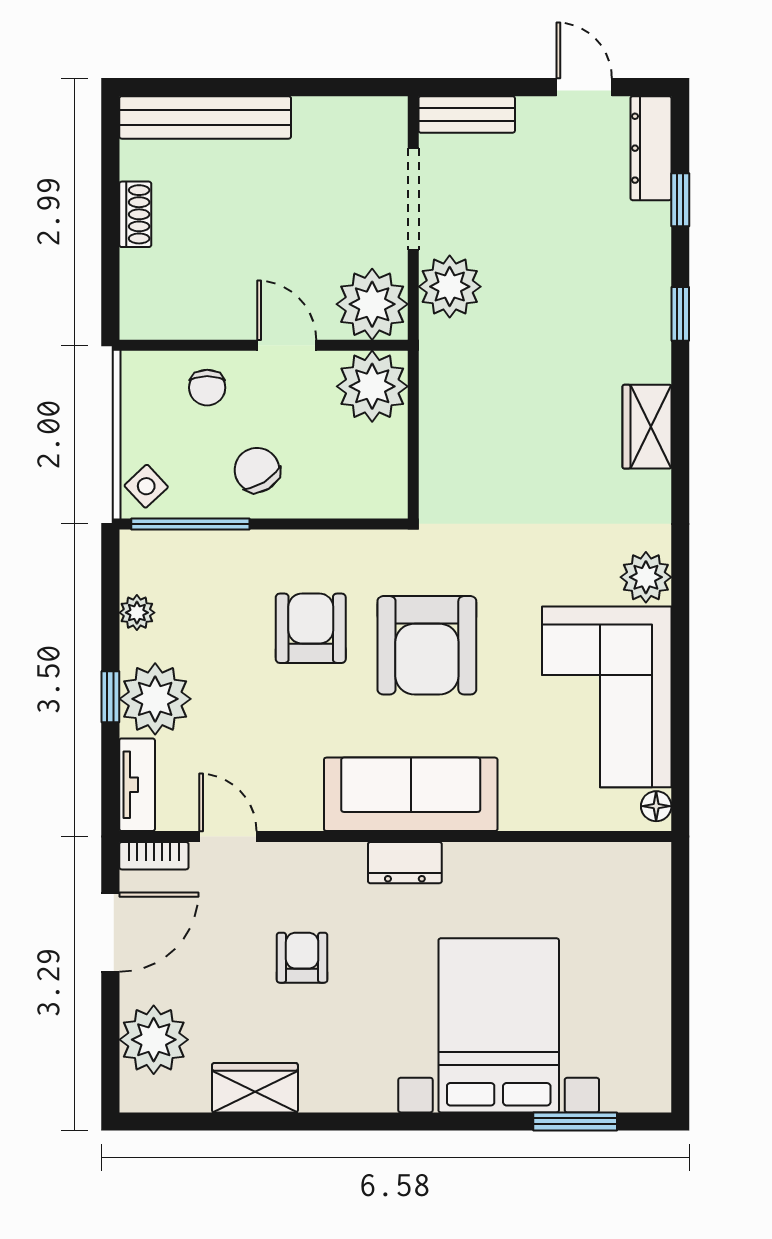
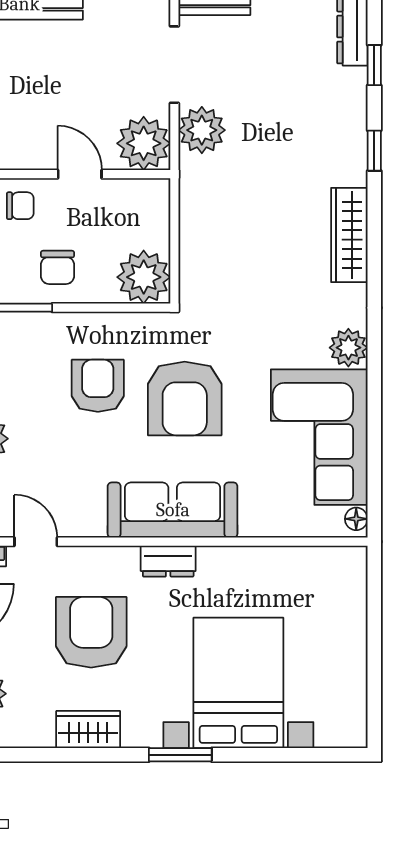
plant: (372, 386) -> (144, 277), moved
chair: (207, 388) -> (20, 206), turned -90
wardrobe: (647, 427) -> (349, 235), width x1.50
chair: (257, 470) -> (57, 267), turned -148
armchair: (302, 958) -> (91, 632), width x1.88, depth x1.88
wardrobe: (255, 1088) -> (88, 730), moved
window: (575, 1121) -> (180, 755), moved

